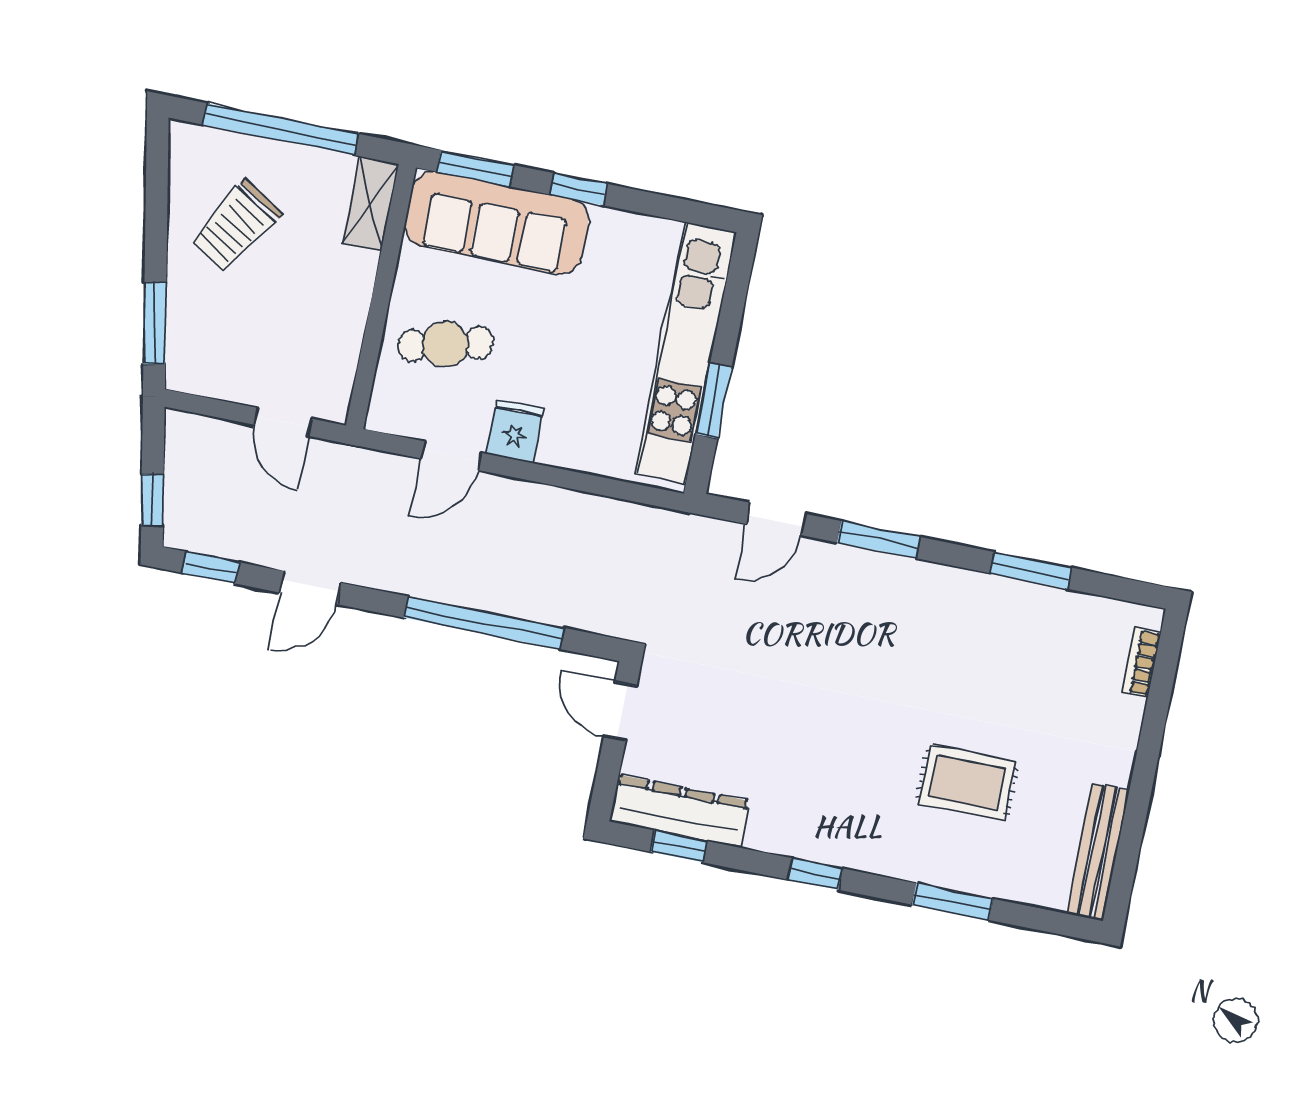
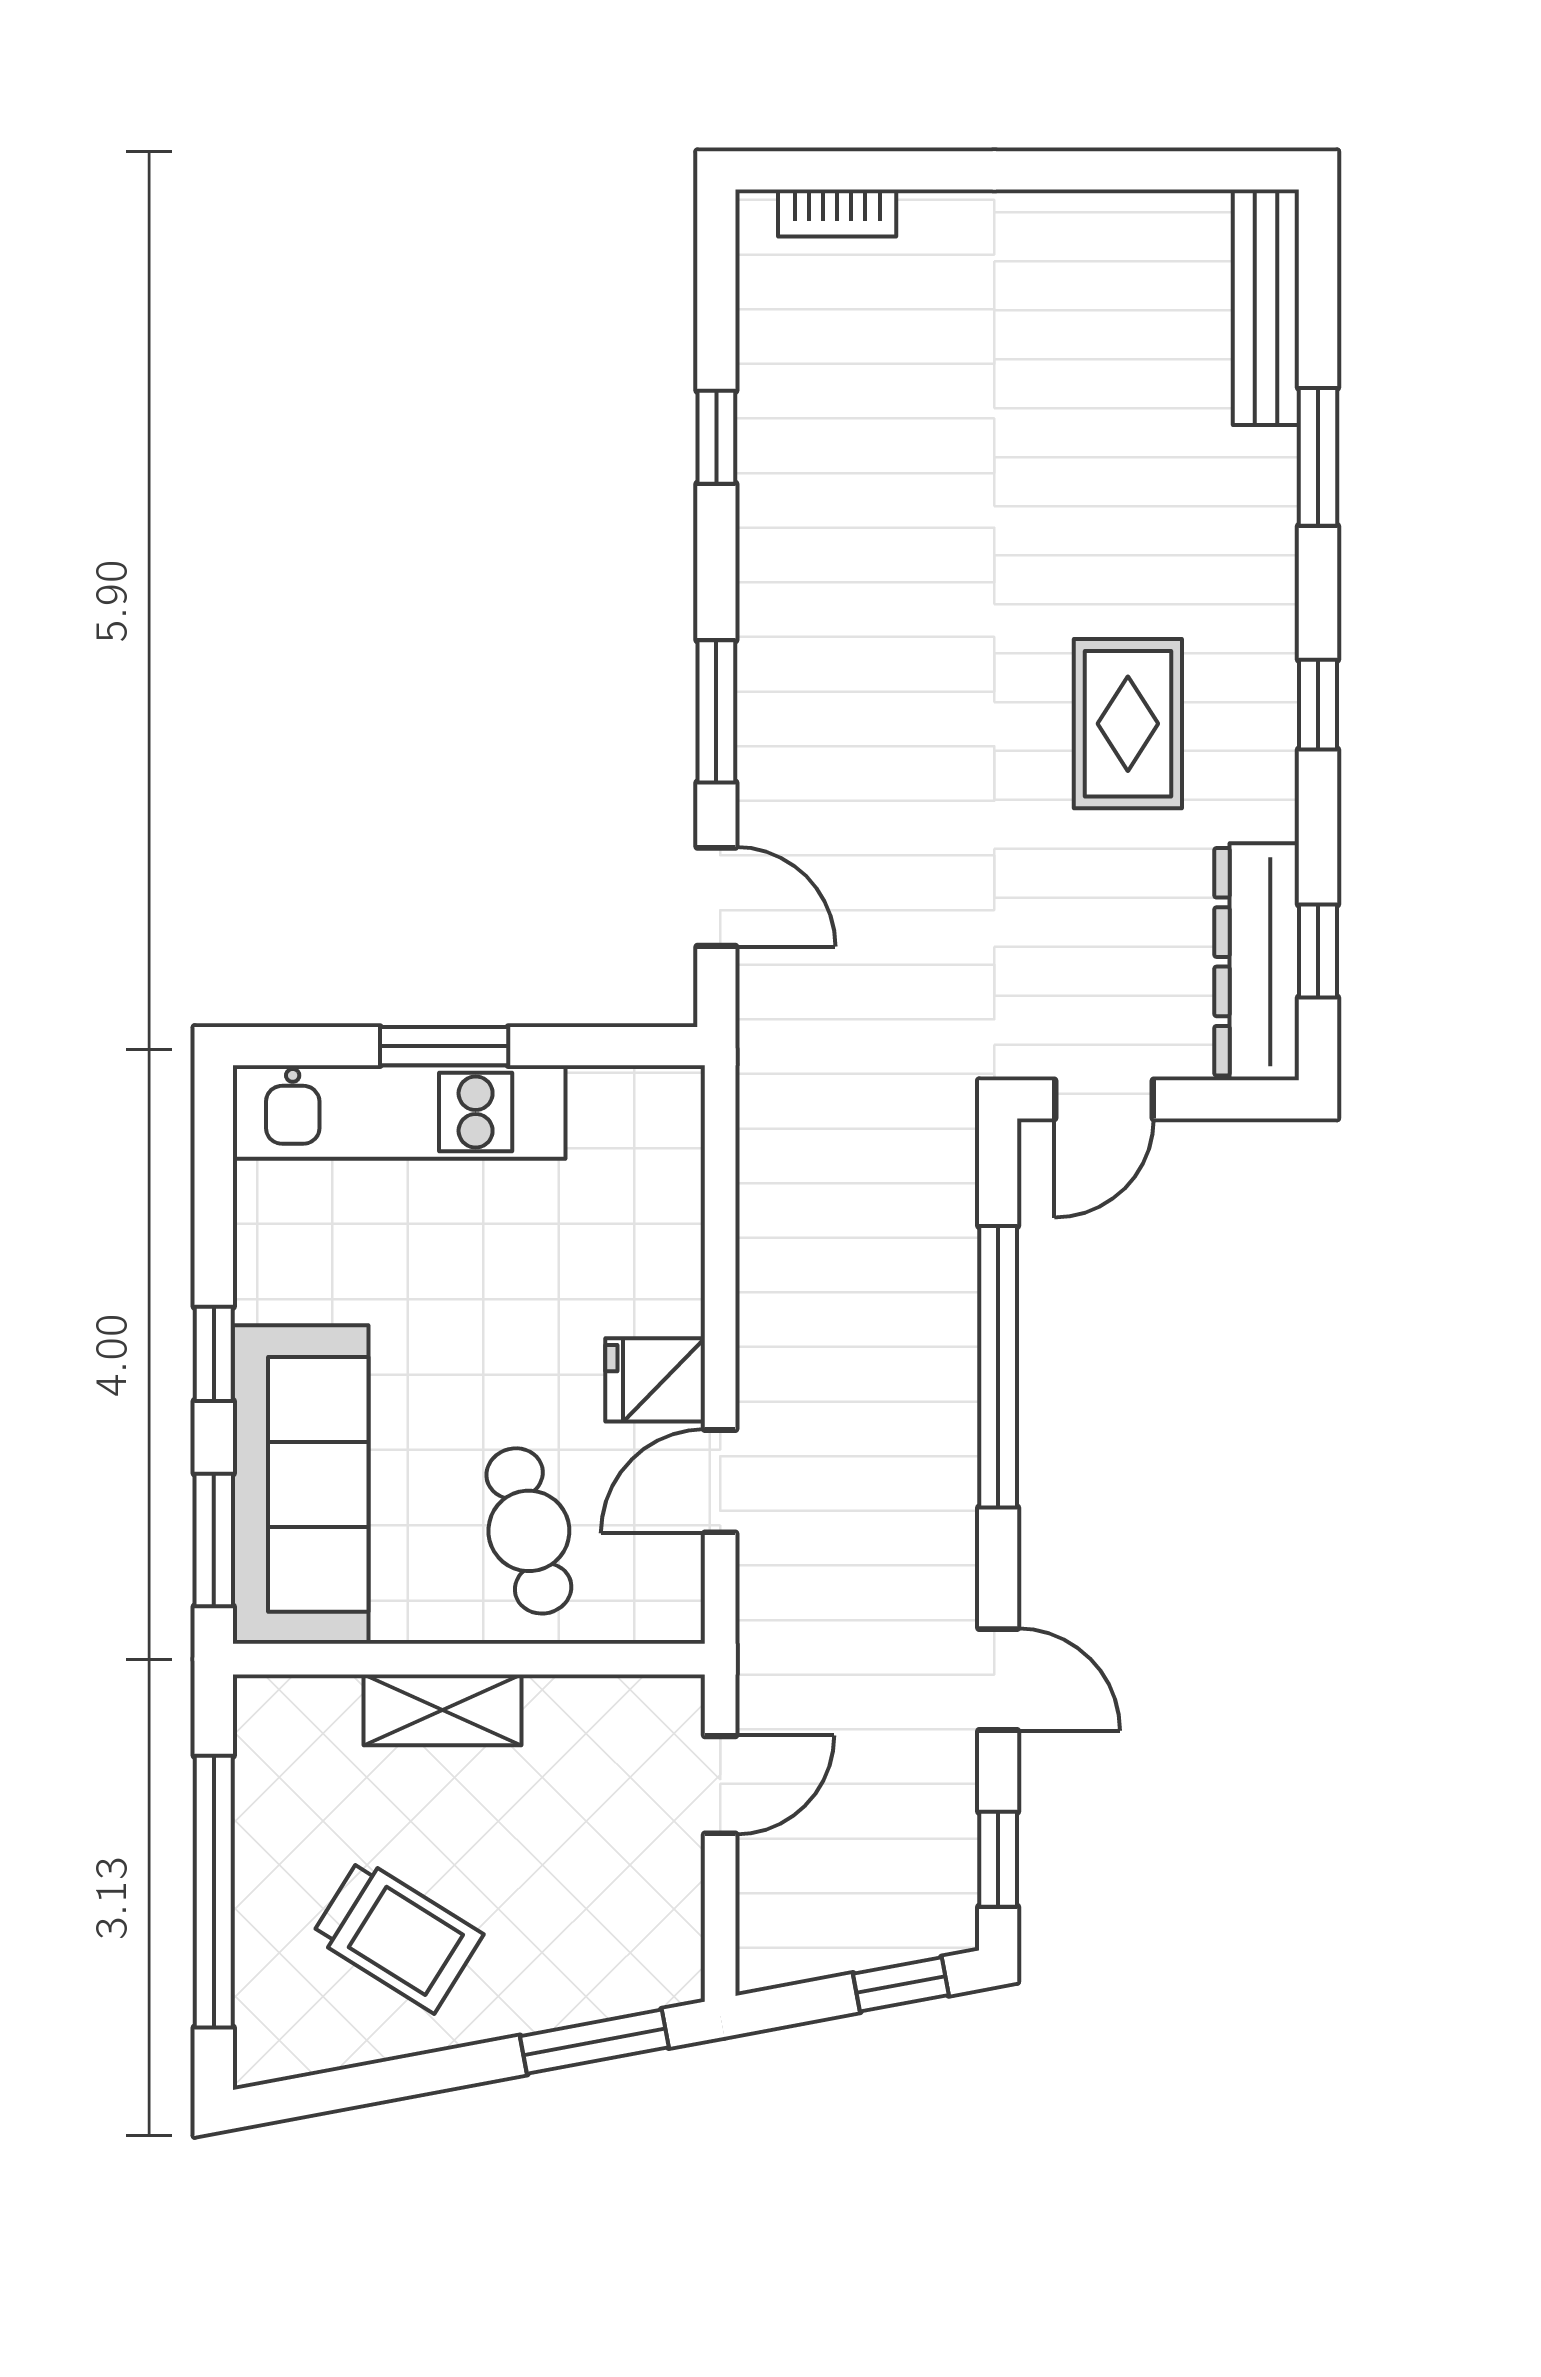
shelving: (370, 204) -> (443, 1710), moved
kitchen unit: (685, 353) -> (399, 1112), width x0.73
window: (714, 401) -> (444, 1046), moved
door: (451, 456) -> (720, 1481), swing flipped
window: (1031, 570) -> (716, 437), width x0.67
rug: (967, 783) -> (1128, 724), moved
bench: (1098, 852) -> (1266, 307), moved, turned 90

